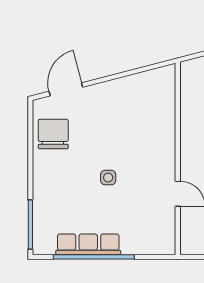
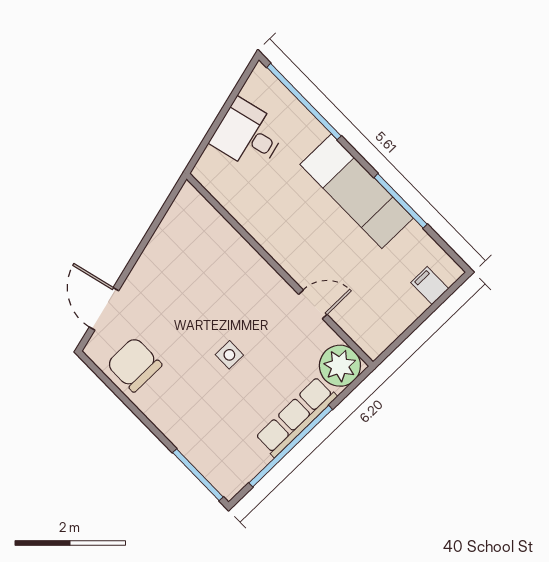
plant: (161, 240) -> (340, 366), added
row of seats: (88, 244) -> (296, 417), moved

